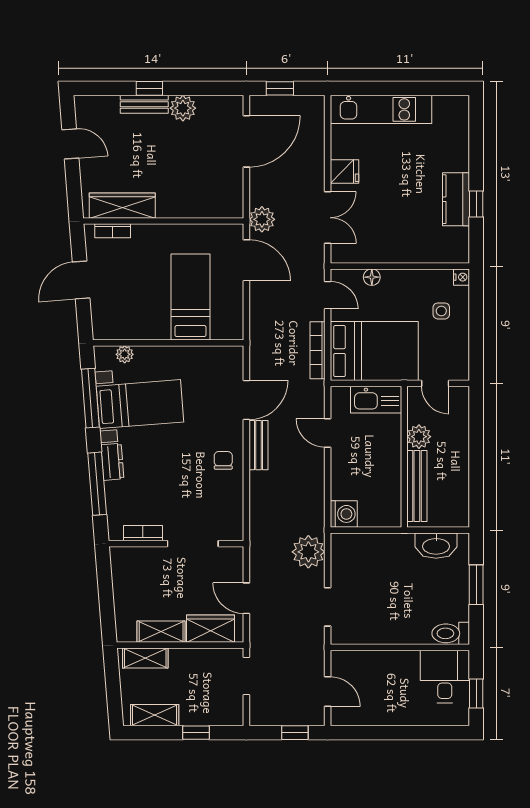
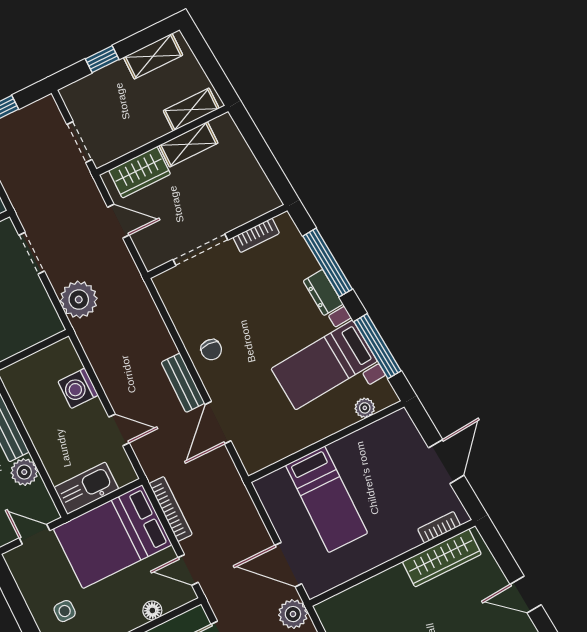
washing machine: (344, 514) -> (78, 388), moved

